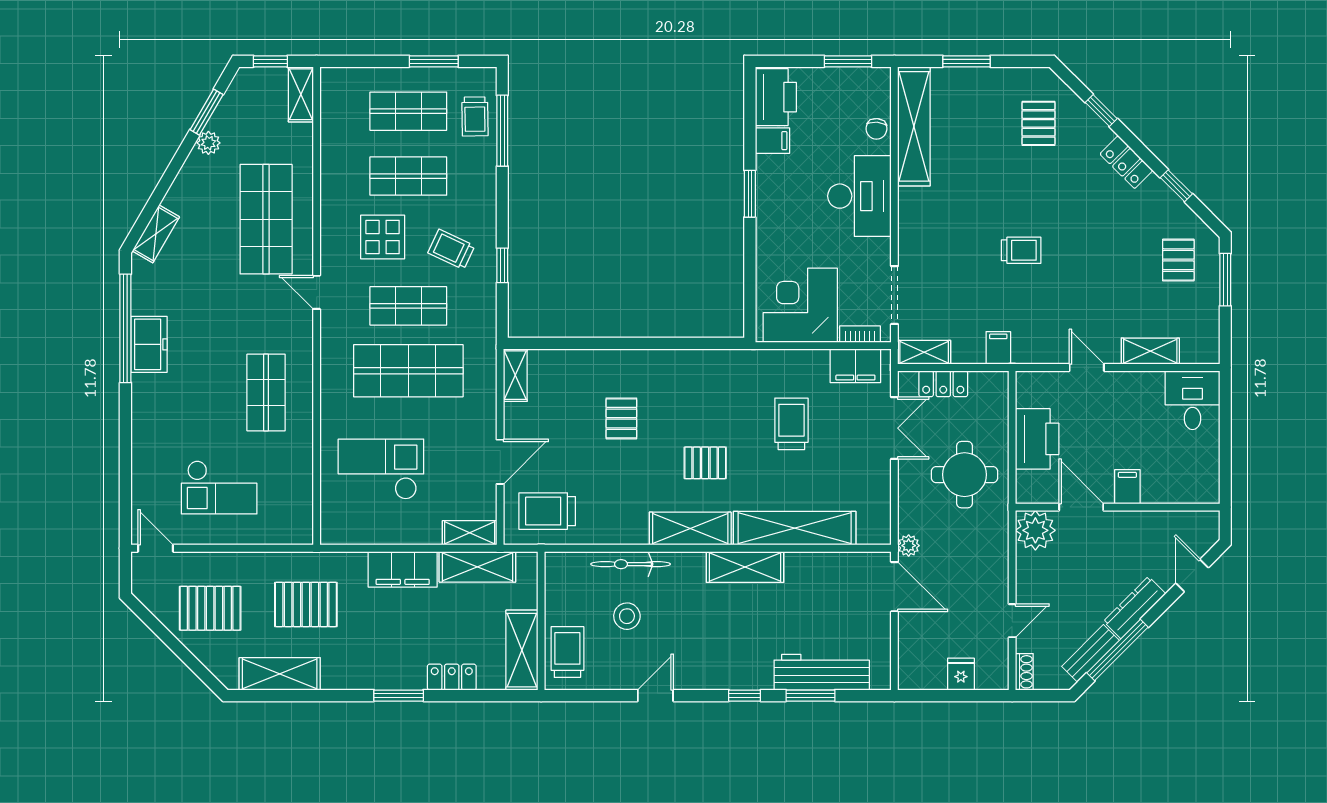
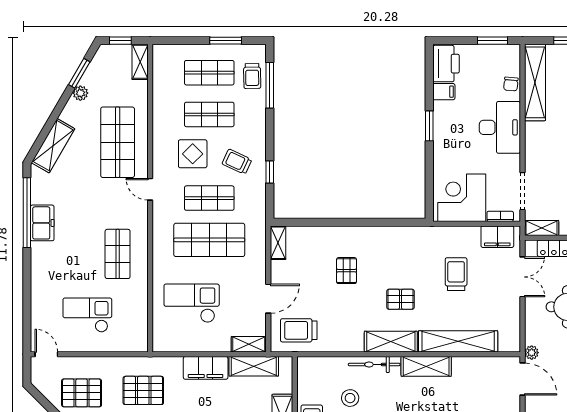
shelving: (156, 234) -> (53, 146), width x1.50, depth x1.33
checkout: (219, 487) -> (87, 315), turned 180
bicycle: (631, 564) -> (374, 365), moved

